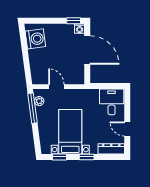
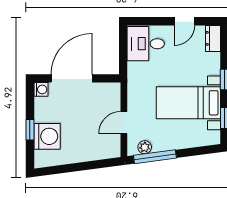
window: (74, 21) -> (30, 130), moved
washing machine: (35, 39) -> (47, 136), moved, turned 98
dresser: (111, 149) -> (213, 38), width x0.70

